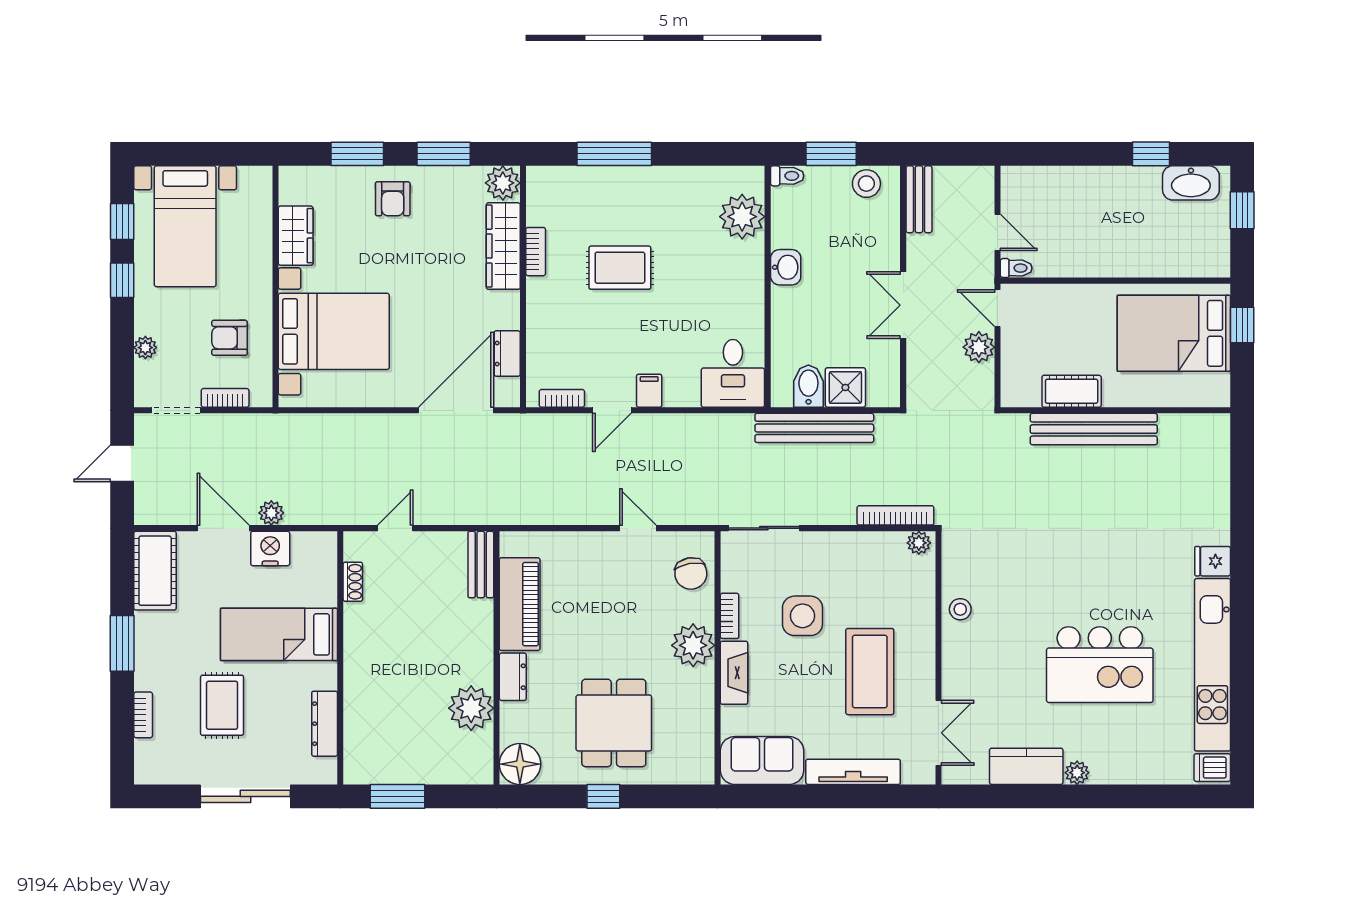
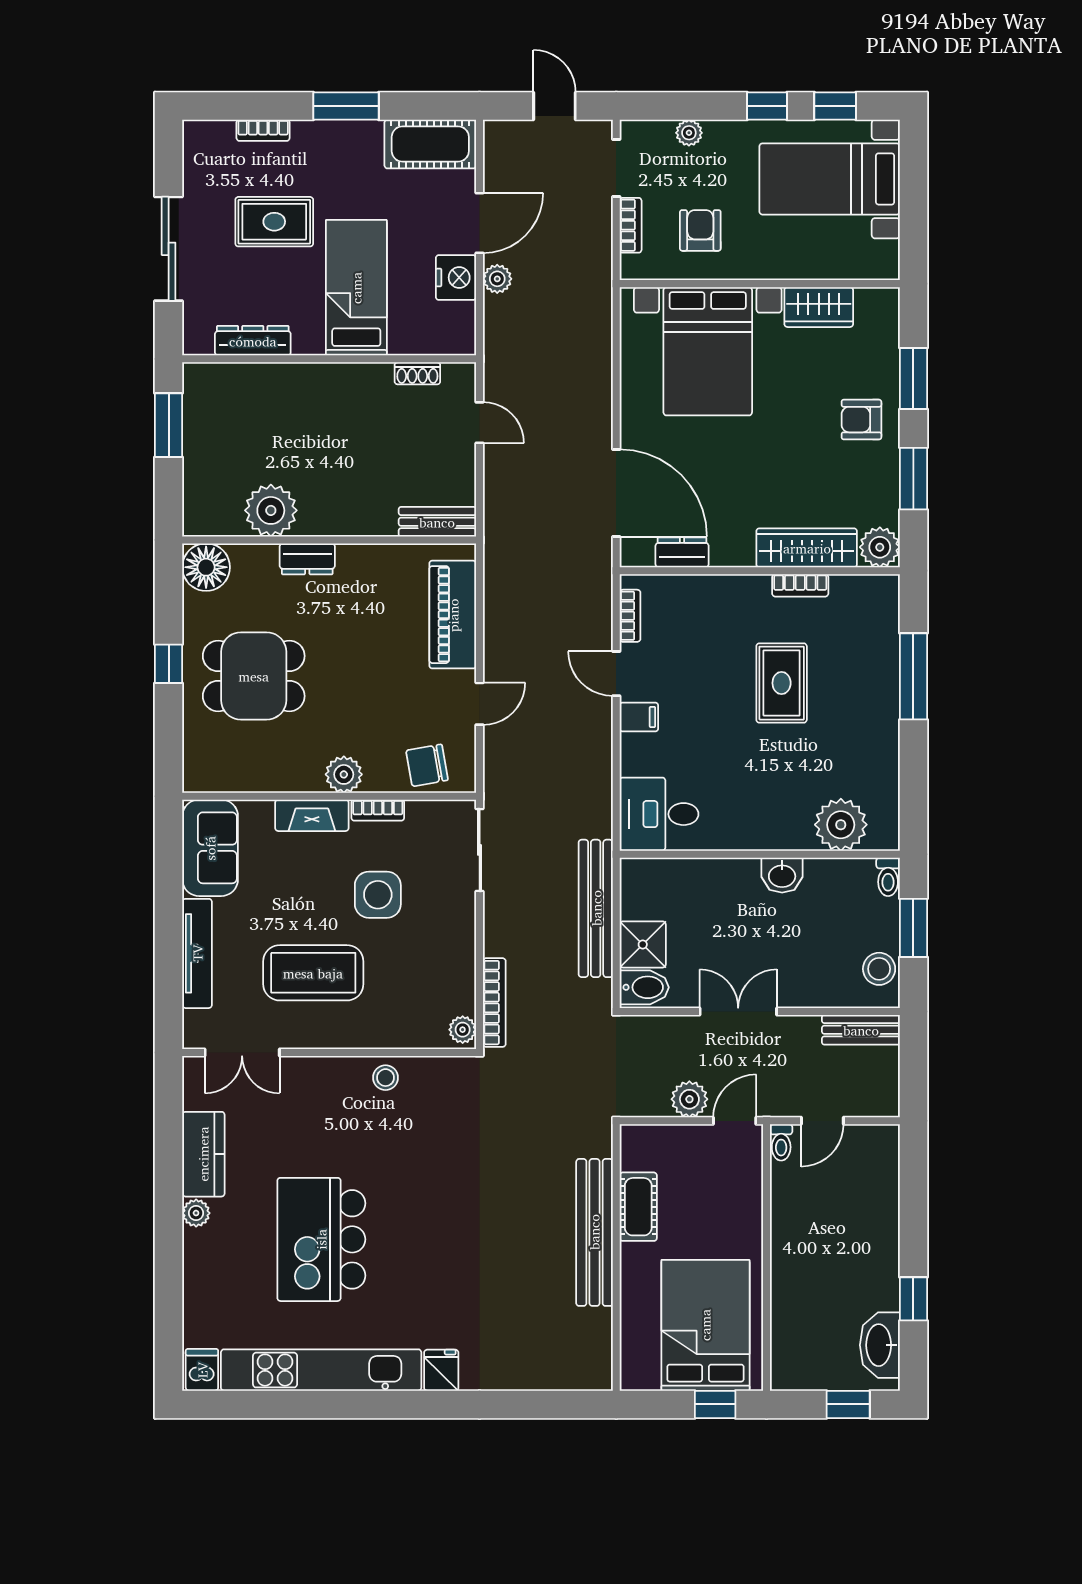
bidet: (808, 386) -> (644, 987), moved
piano: (520, 604) -> (453, 615), moved, turned 90
plant: (693, 645) -> (344, 774), width x0.73, depth x0.73

